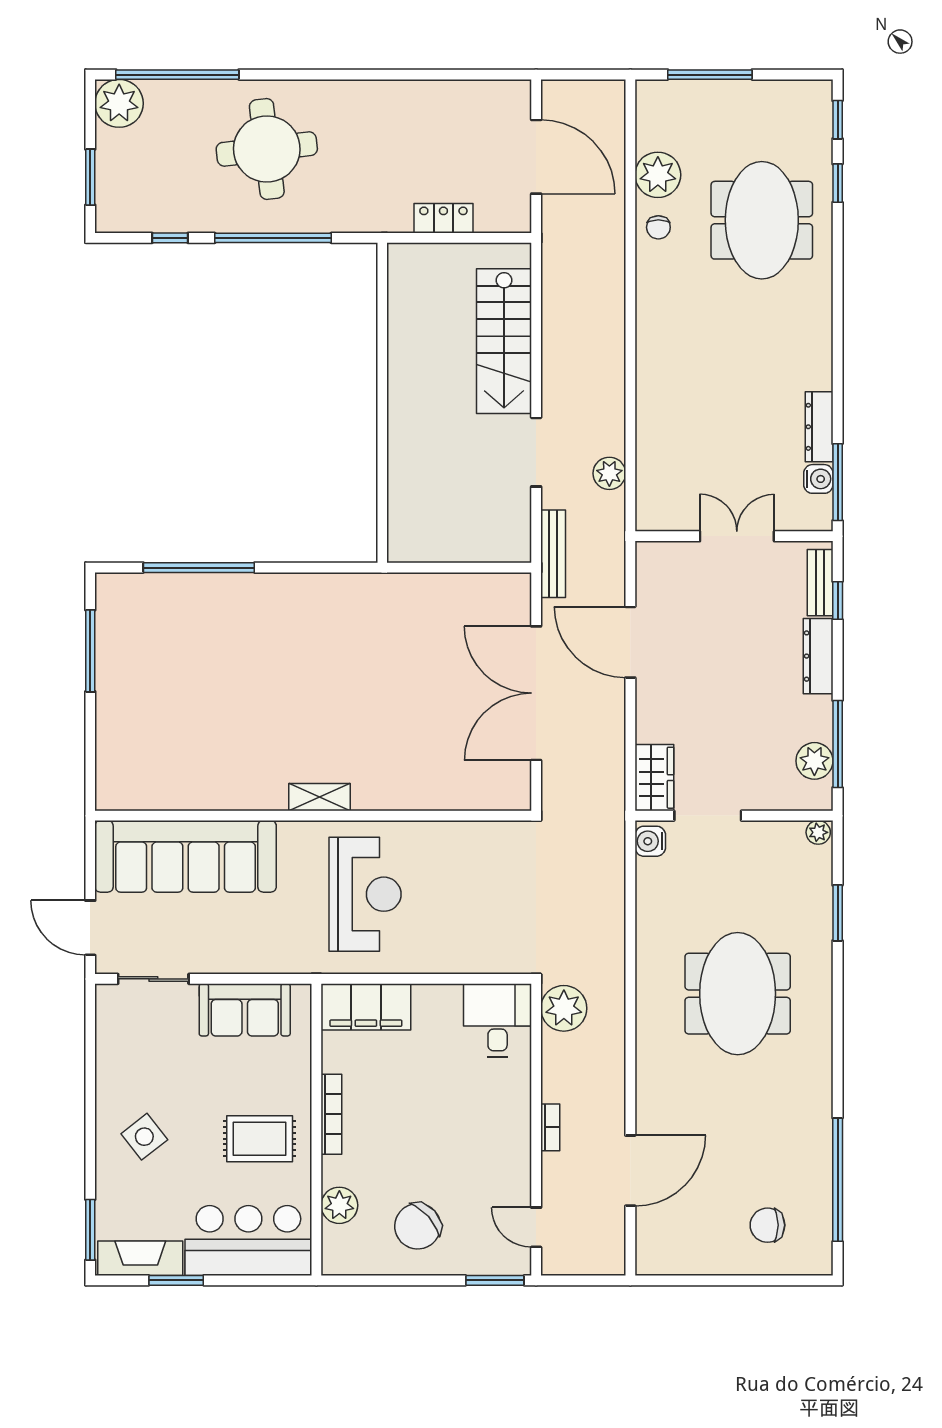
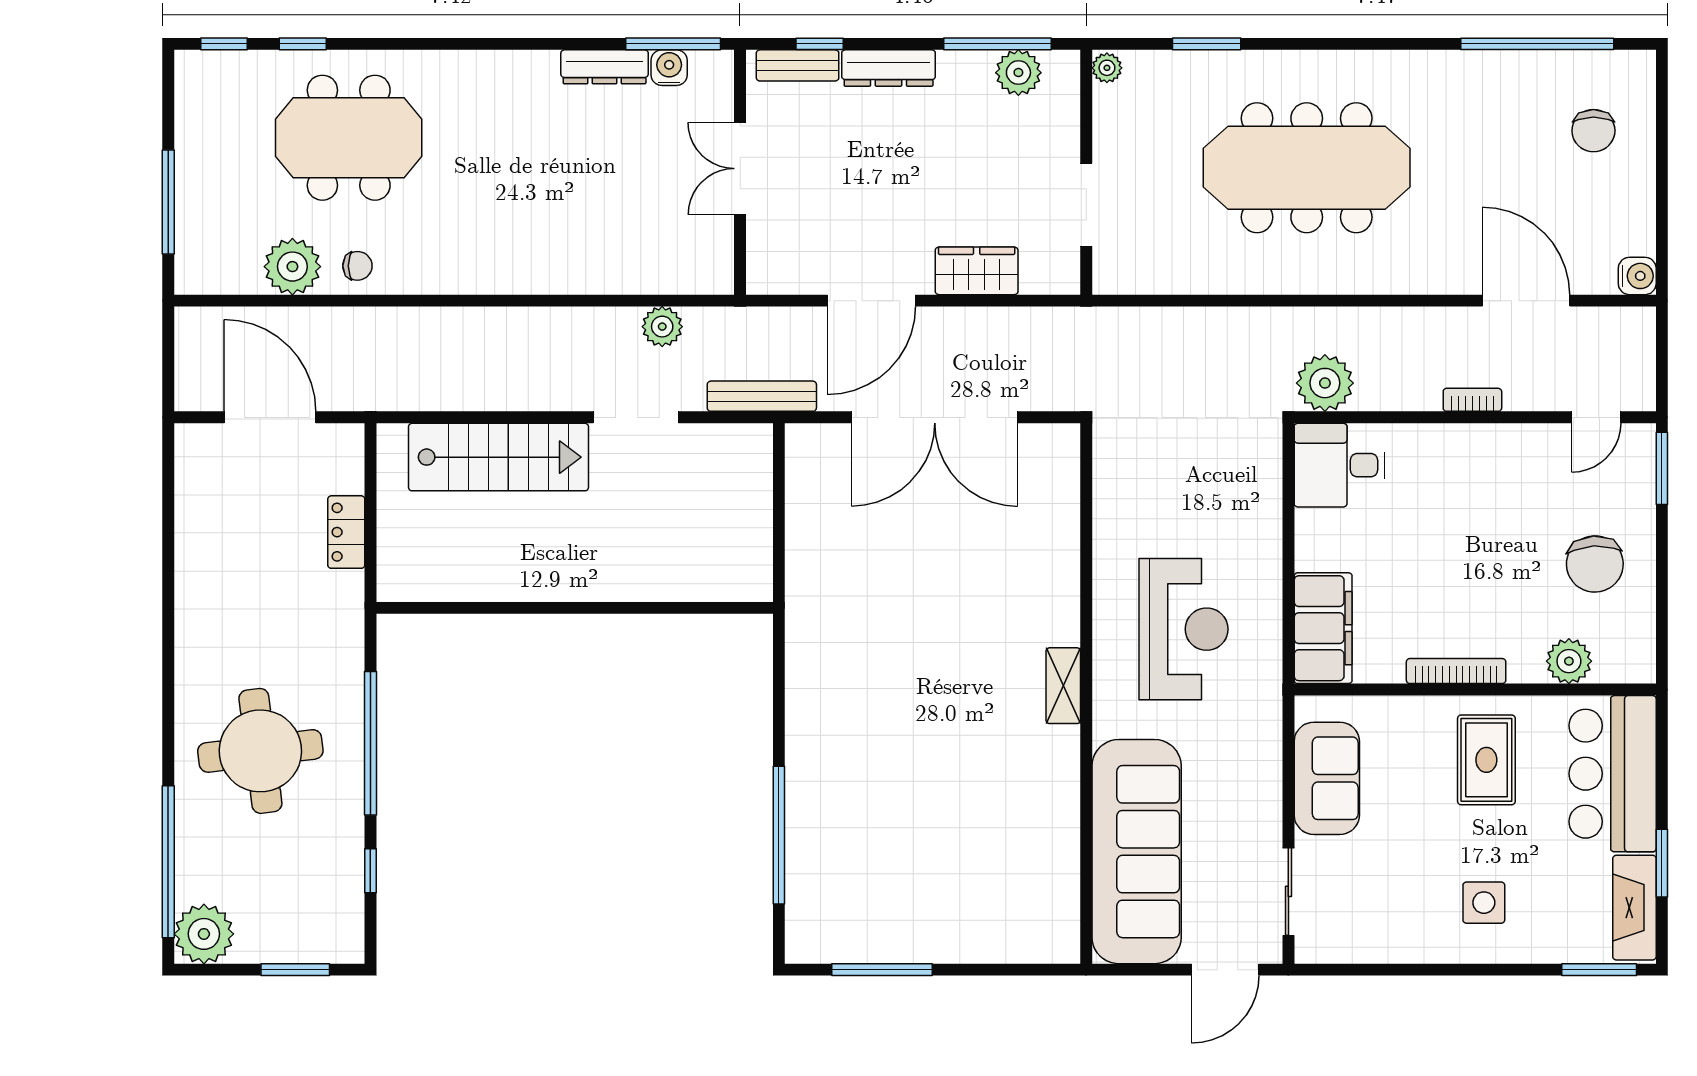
door: (536, 157) -> (270, 417), hinge flipped
wardrobe: (654, 778) -> (977, 271), moved
water cooler: (650, 841) -> (1637, 276), moved, turned -90
reception desk: (365, 894) -> (1184, 629), turned 90
meeting table: (738, 994) -> (1307, 168), width x1.36
side table: (144, 1137) -> (1484, 903), turned 38
chair: (418, 1226) -> (1595, 564), turned 39

